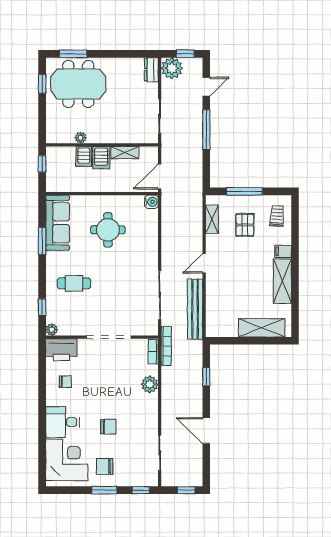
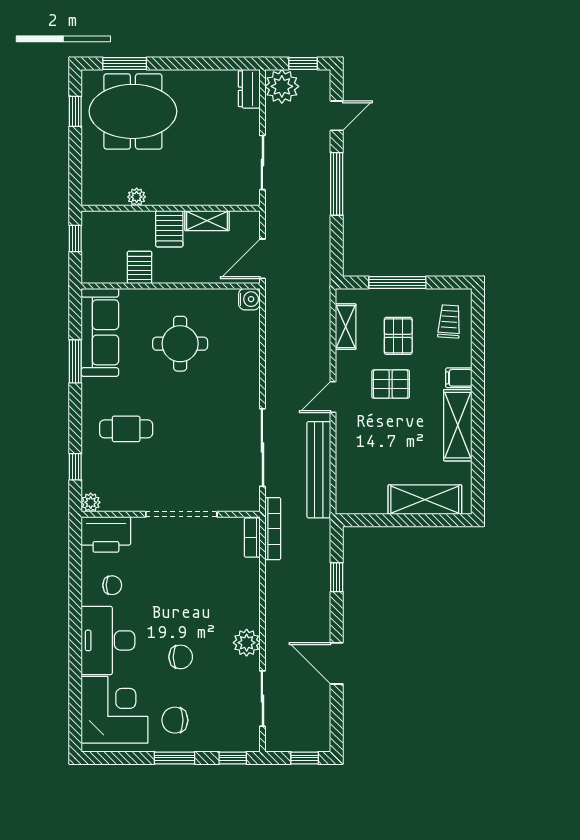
server rack: (84, 156) -> (140, 267), moved, turned 180
pallet: (240, 255) -> (391, 384), added
plant: (150, 384) -> (247, 643), moved
desk: (63, 422) -> (108, 640), width x1.37

